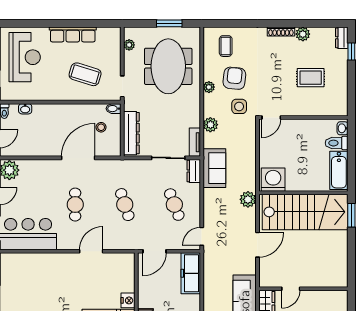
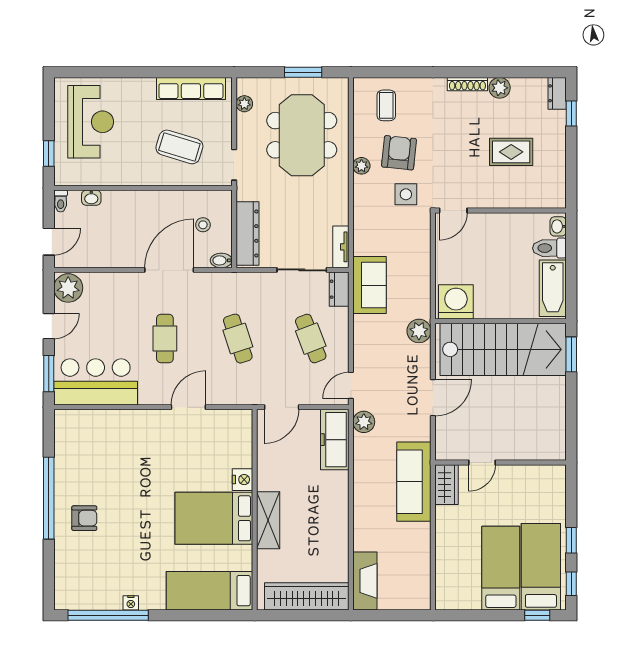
row of seats: (73, 34) -> (191, 88), moved
bidet: (113, 109) -> (221, 260), moved
plant: (210, 125) -> (364, 422), moved

